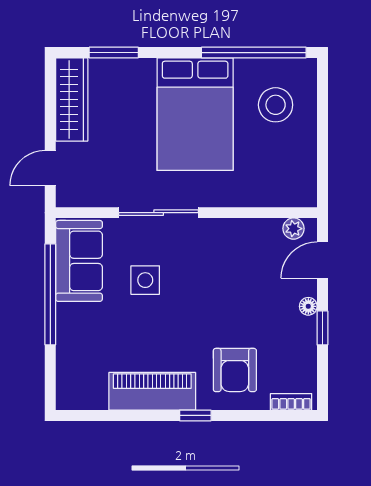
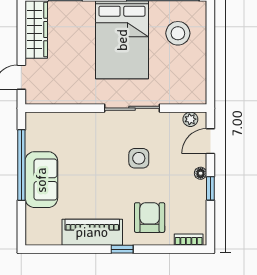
sliding door: (159, 213) -> (132, 108), moved
sofa: (79, 261) -> (41, 180), moved
side table: (145, 280) -> (139, 158), moved
armchair: (235, 370) -> (150, 218), turned 180

